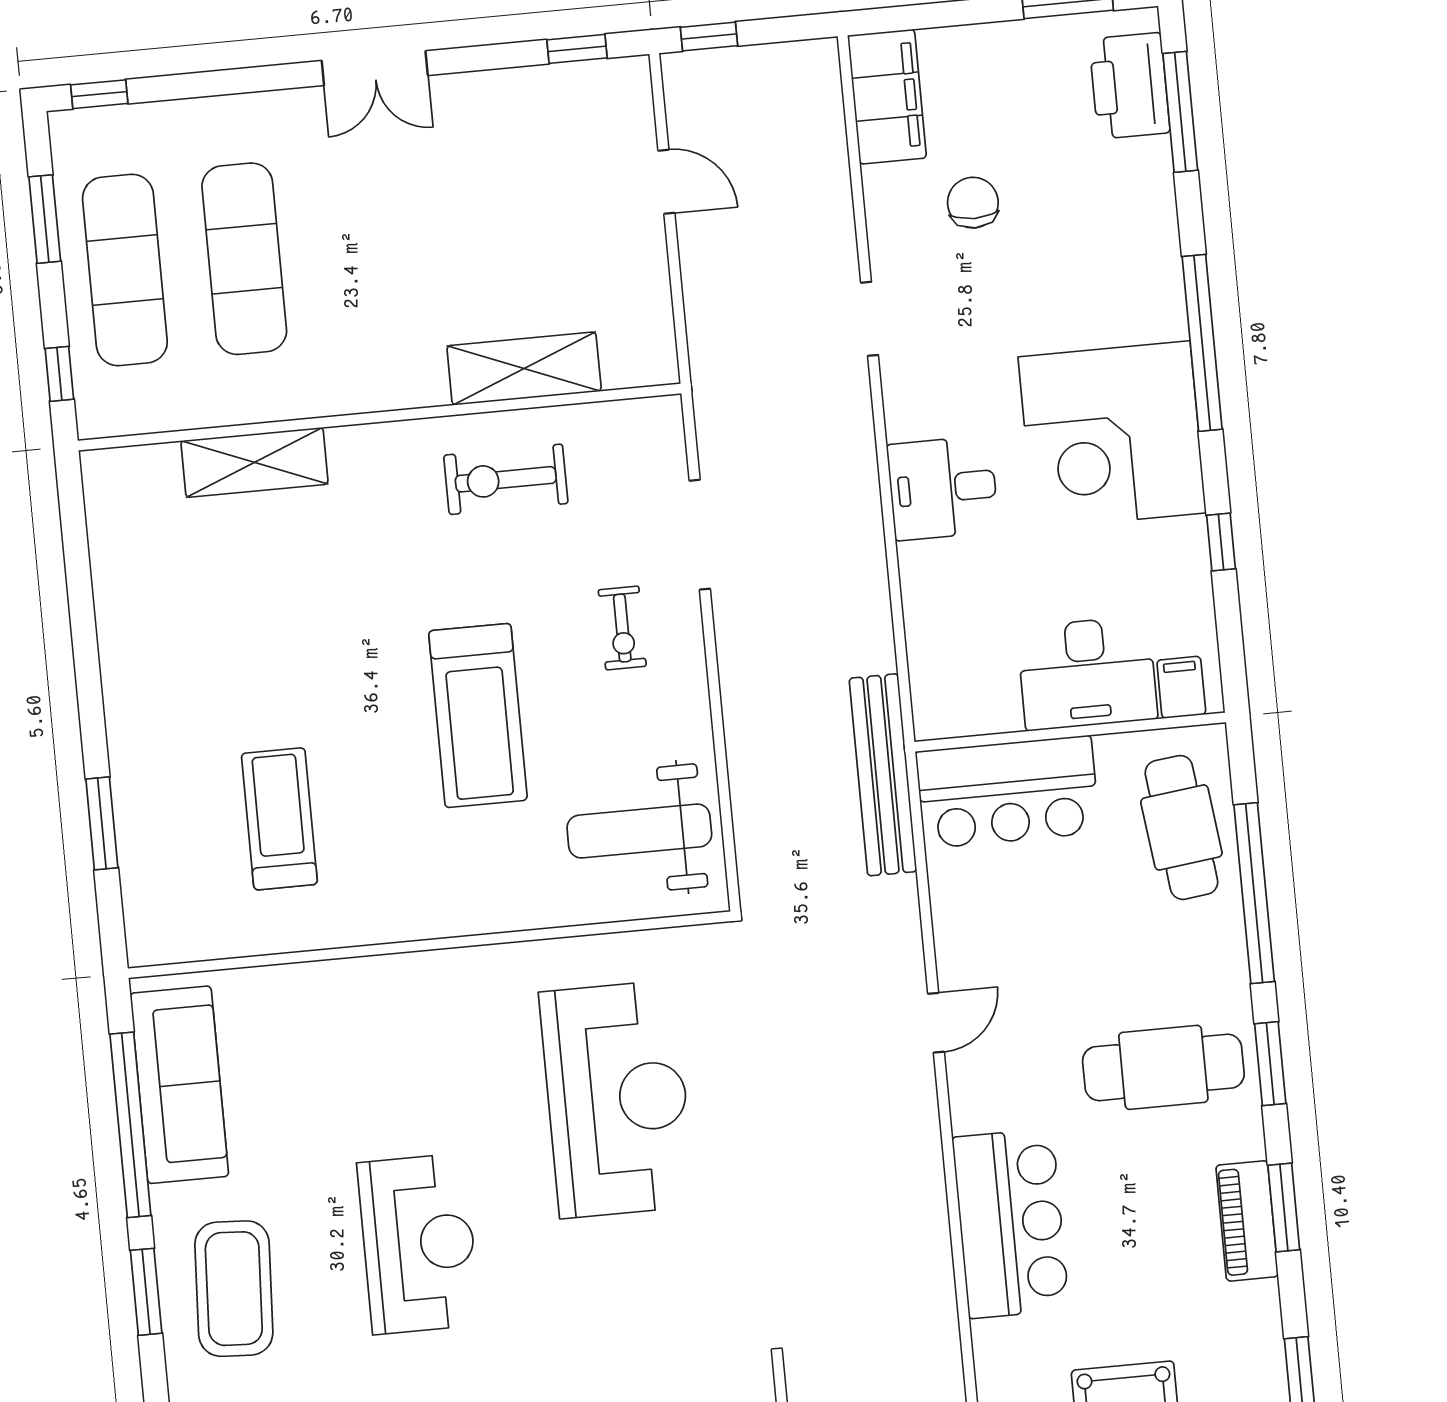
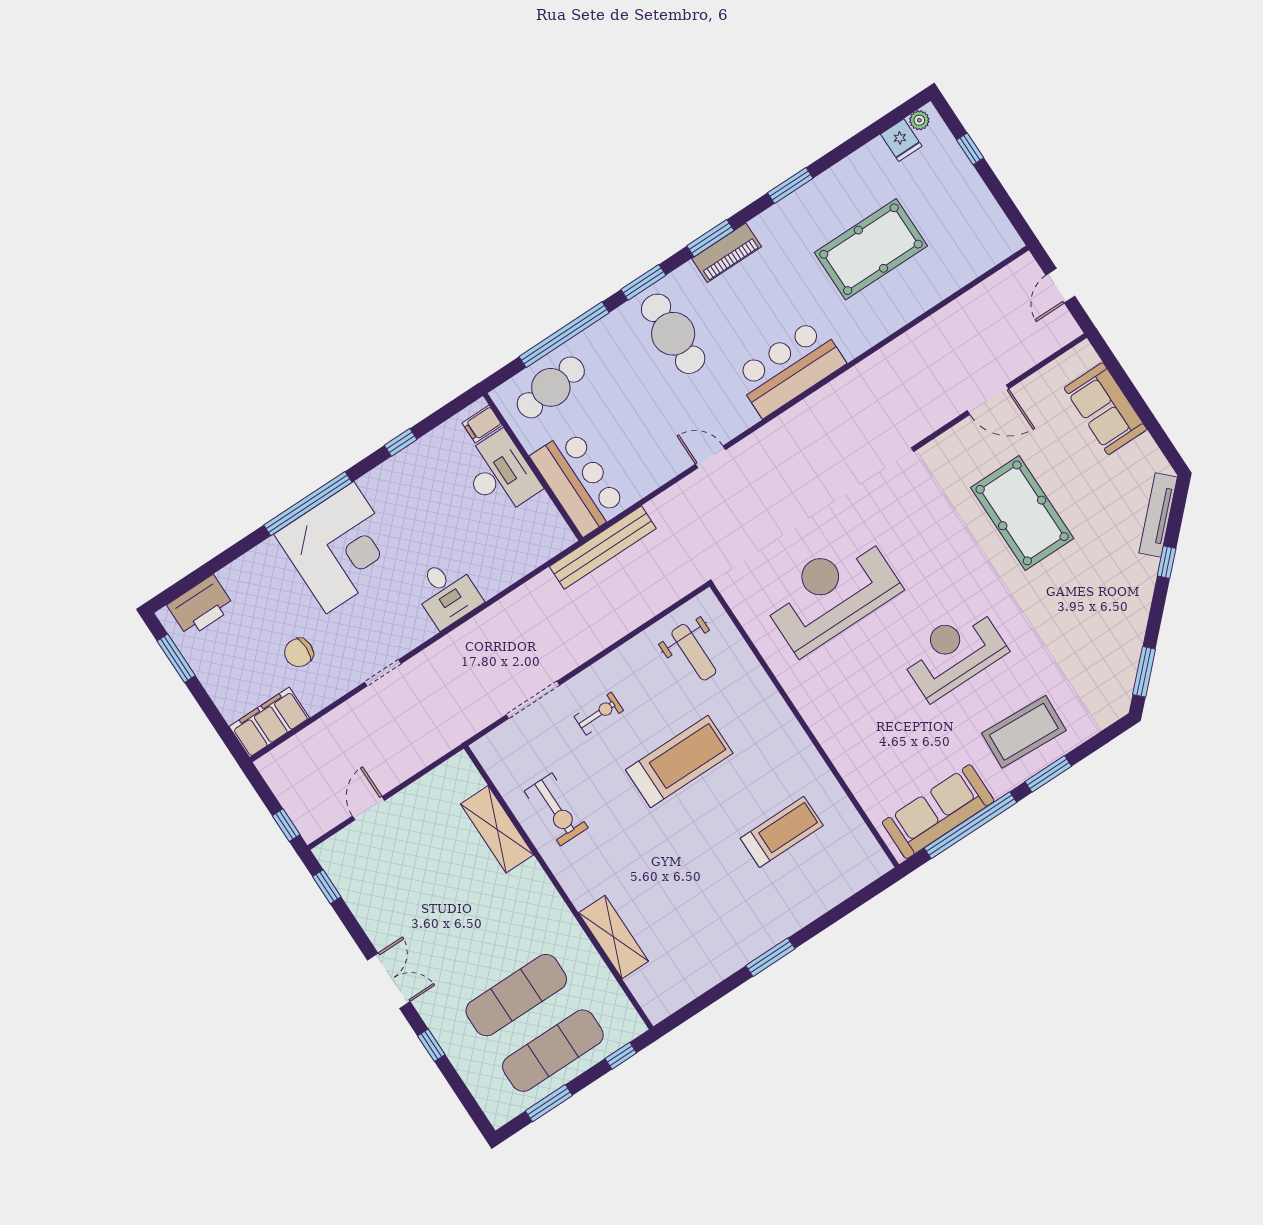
window: (99, 94) -> (431, 1045), moved
window: (1180, 112) -> (200, 575), removed
corner desk: (1112, 435) -> (340, 548), moved
treadmill: (279, 819) -> (782, 832), turned 180
window: (102, 823) -> (770, 957), moved
weight bench: (639, 831) -> (694, 652), width x0.73, depth x0.75

